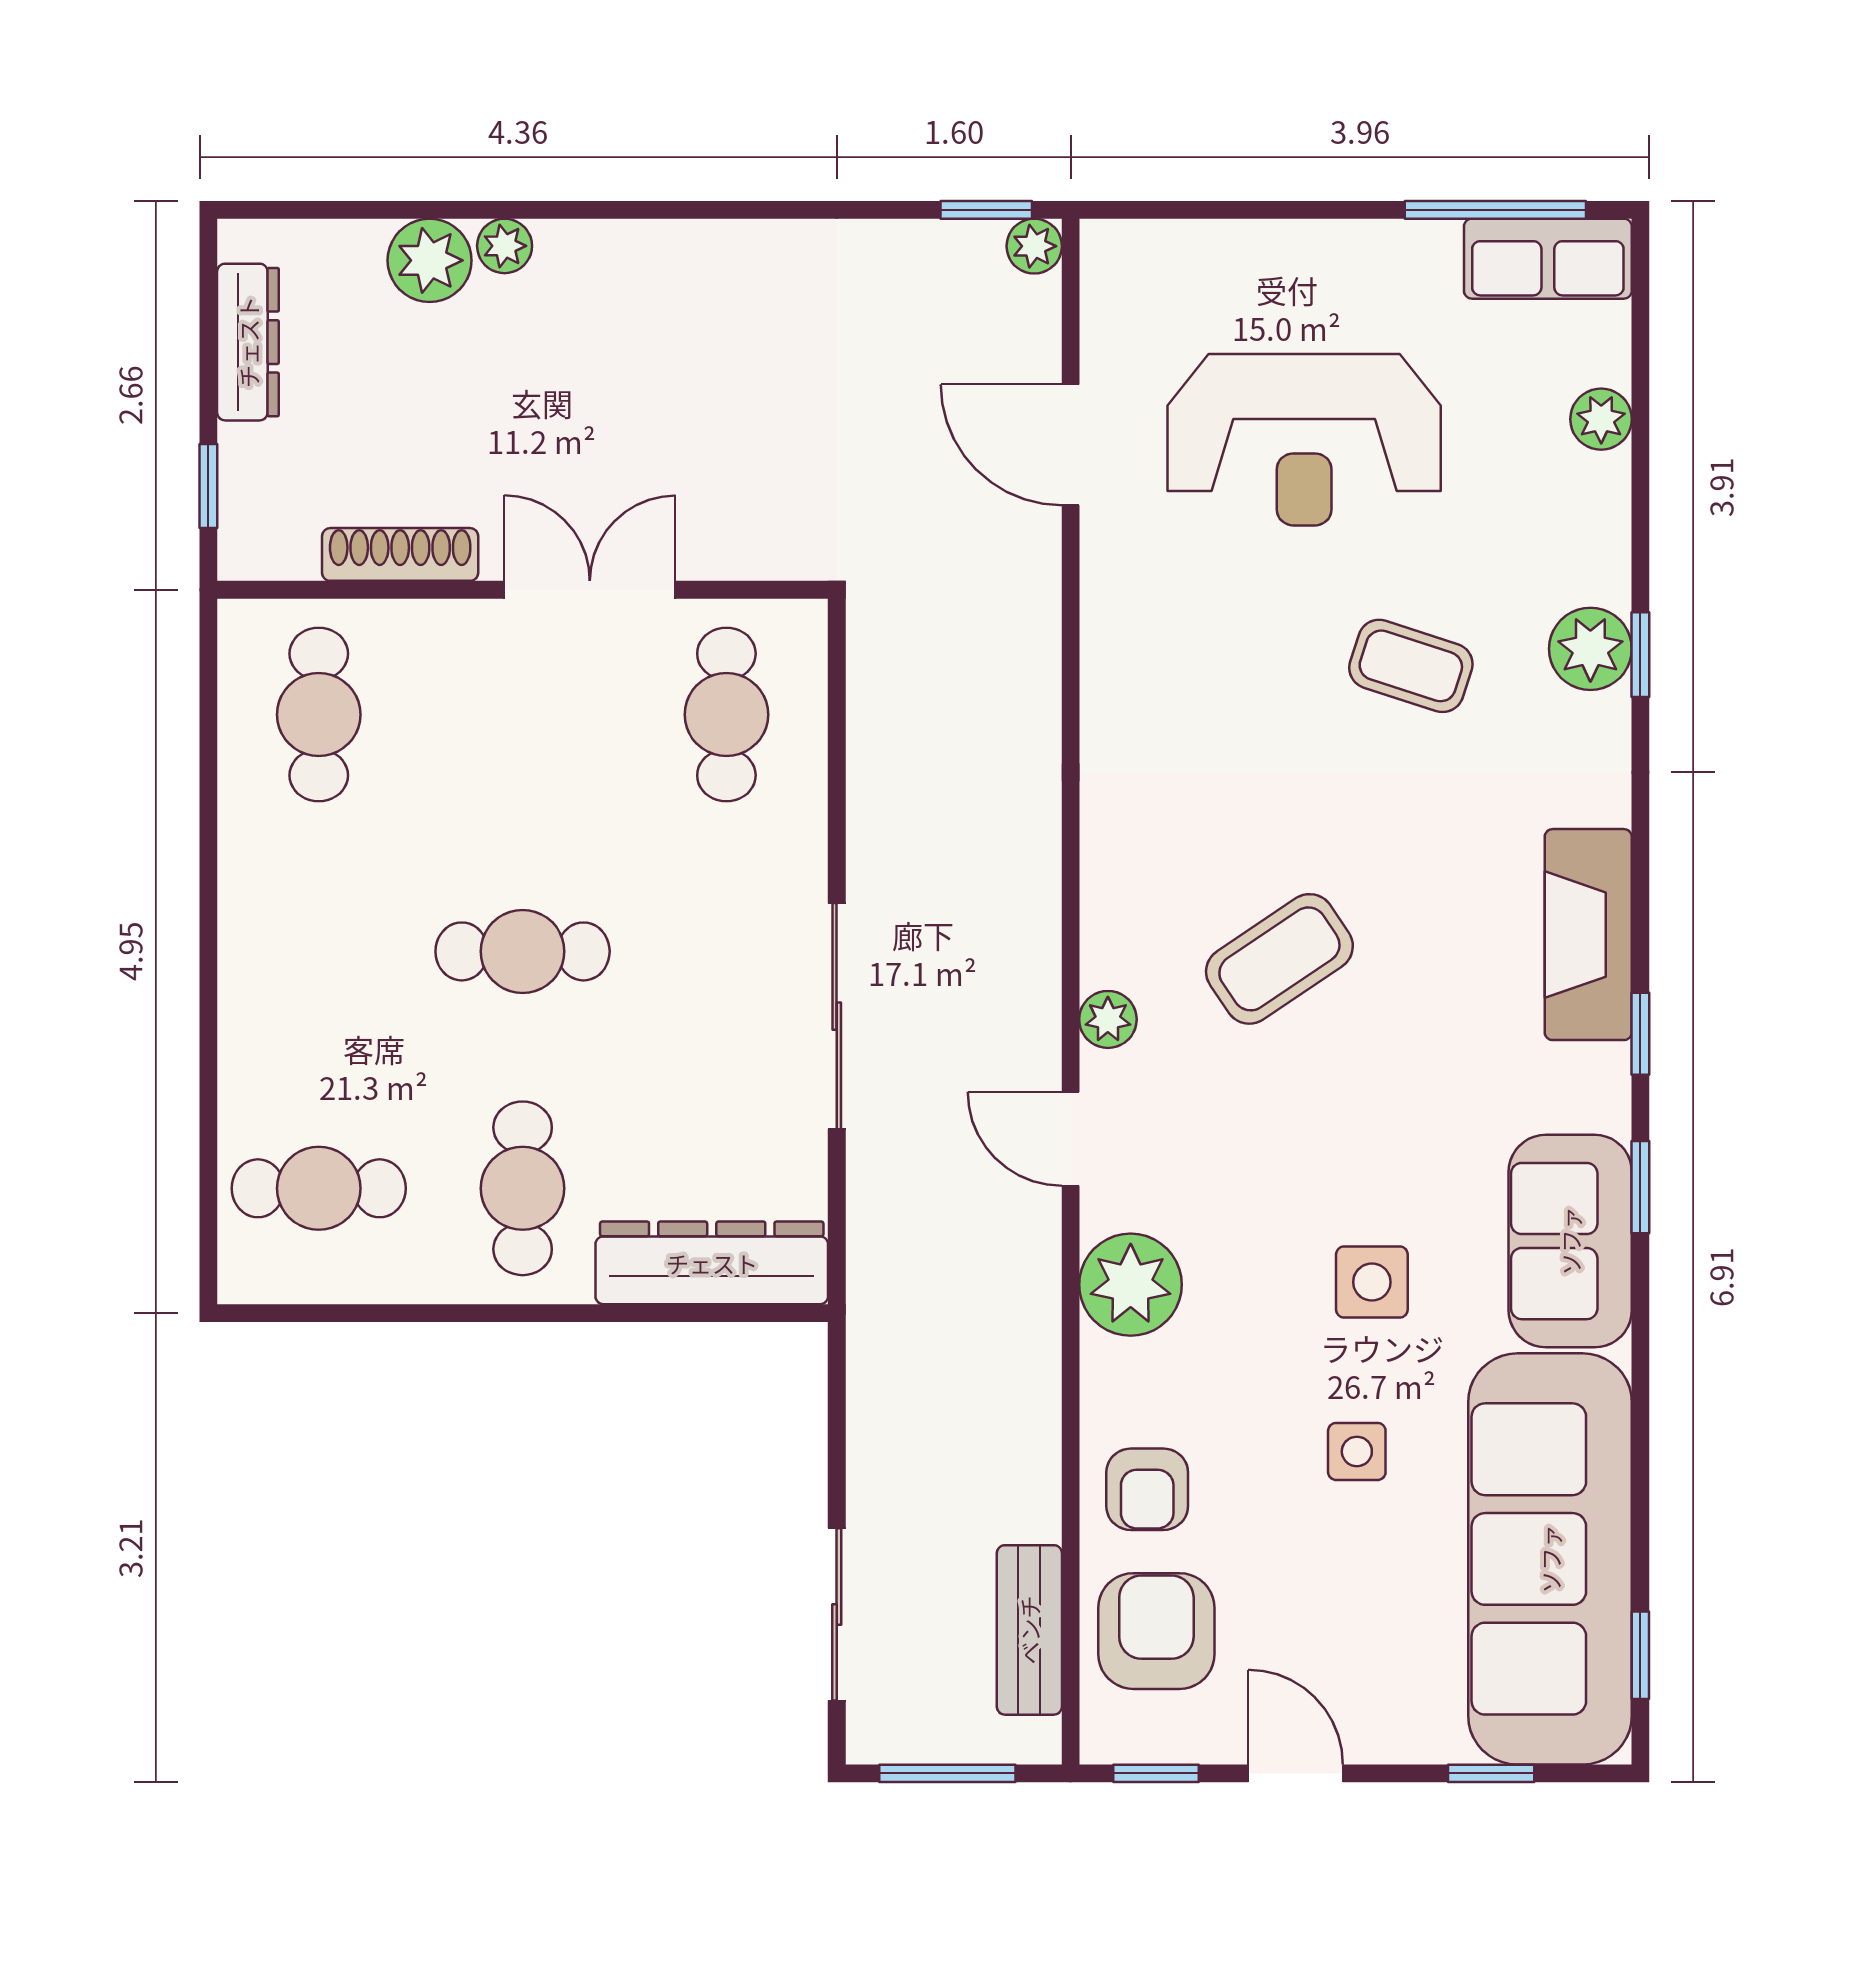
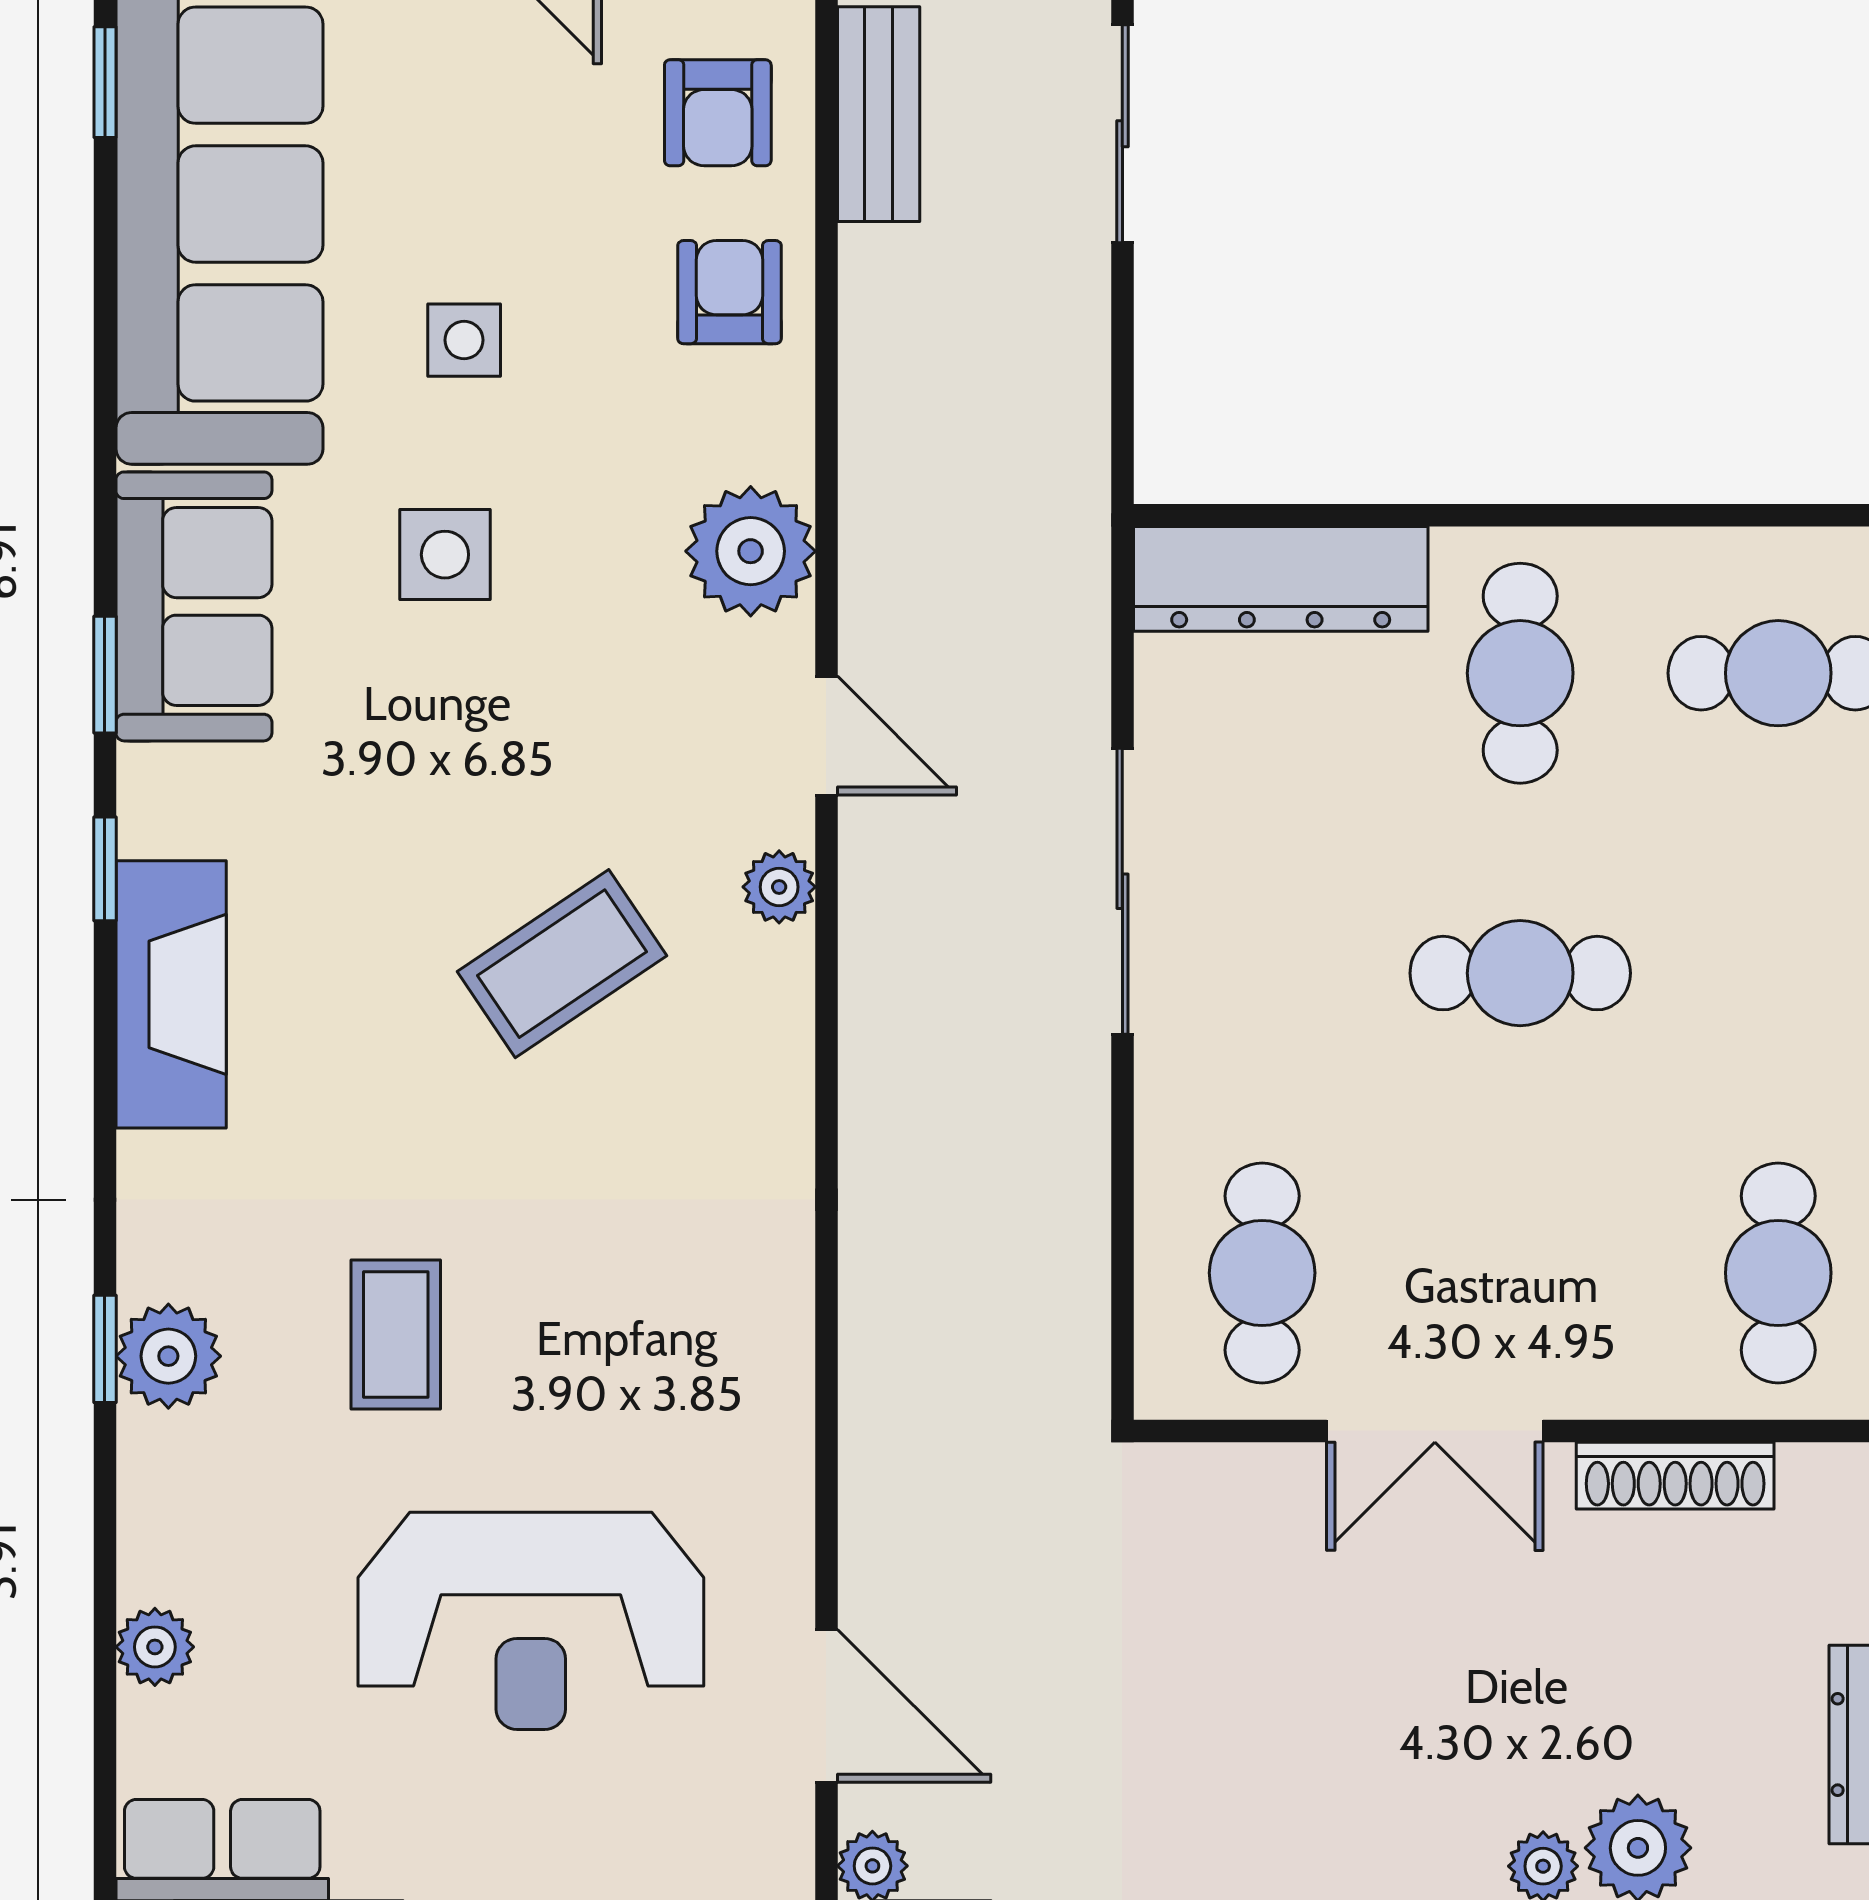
reception desk: (1304, 440) -> (531, 1621), turned 180
door: (1071, 445) -> (826, 1706), moved
coffee table: (1411, 666) -> (396, 1334), turned 72
armchair: (1156, 1631) -> (718, 113), width x0.72, depth x0.72

